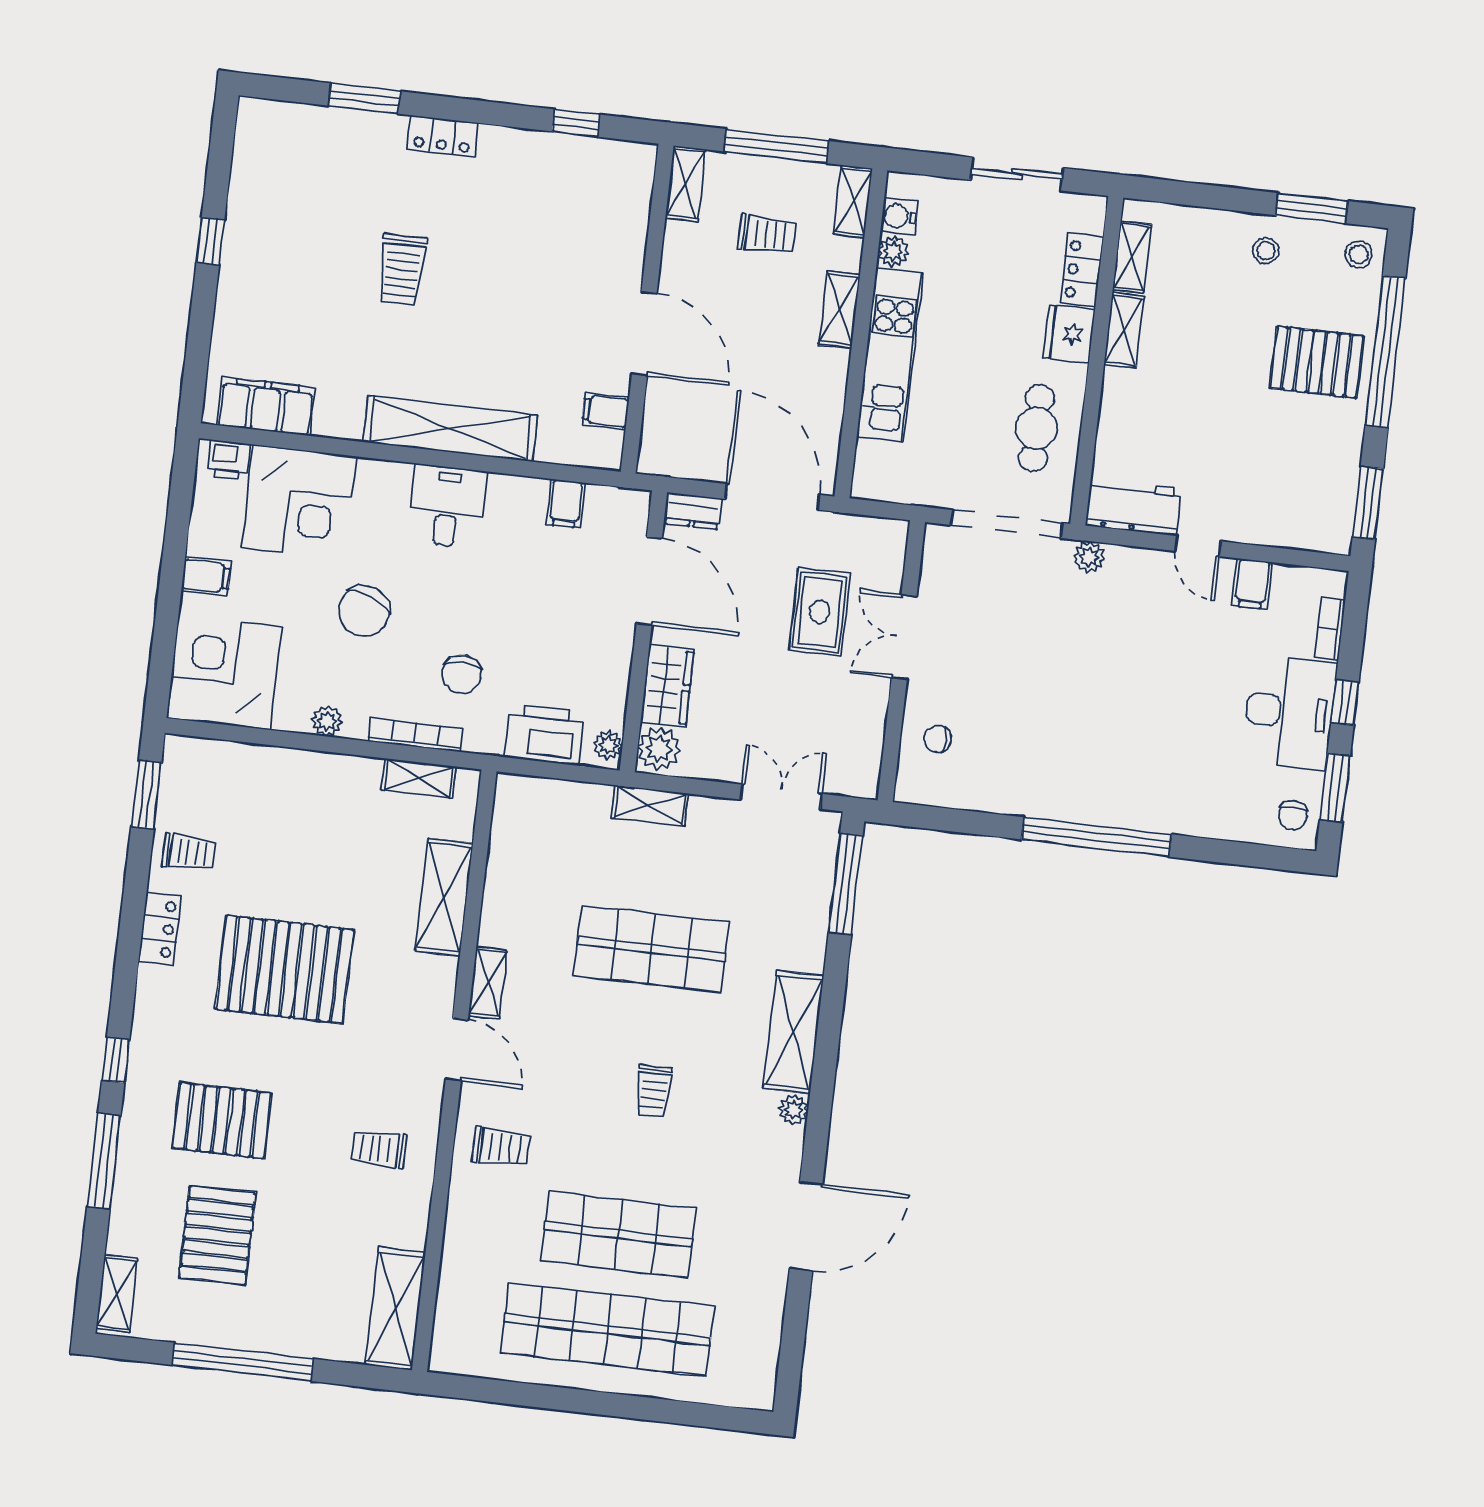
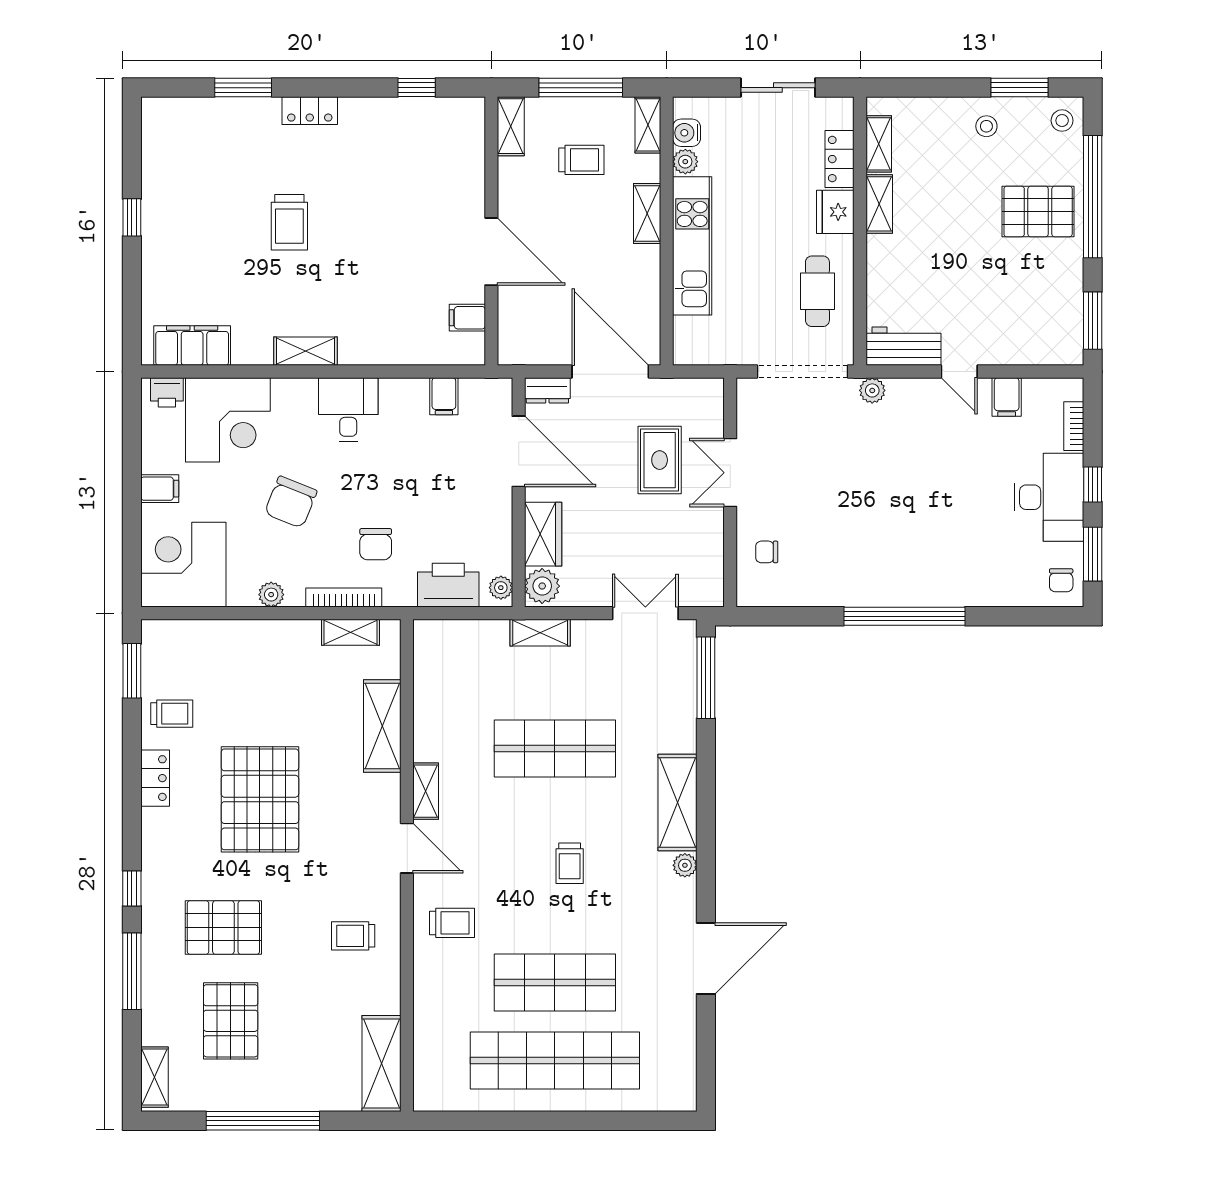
shelving: (450, 429) -> (305, 351), width x0.45, depth x0.75
pallet: (284, 969) -> (260, 799), turned 90

